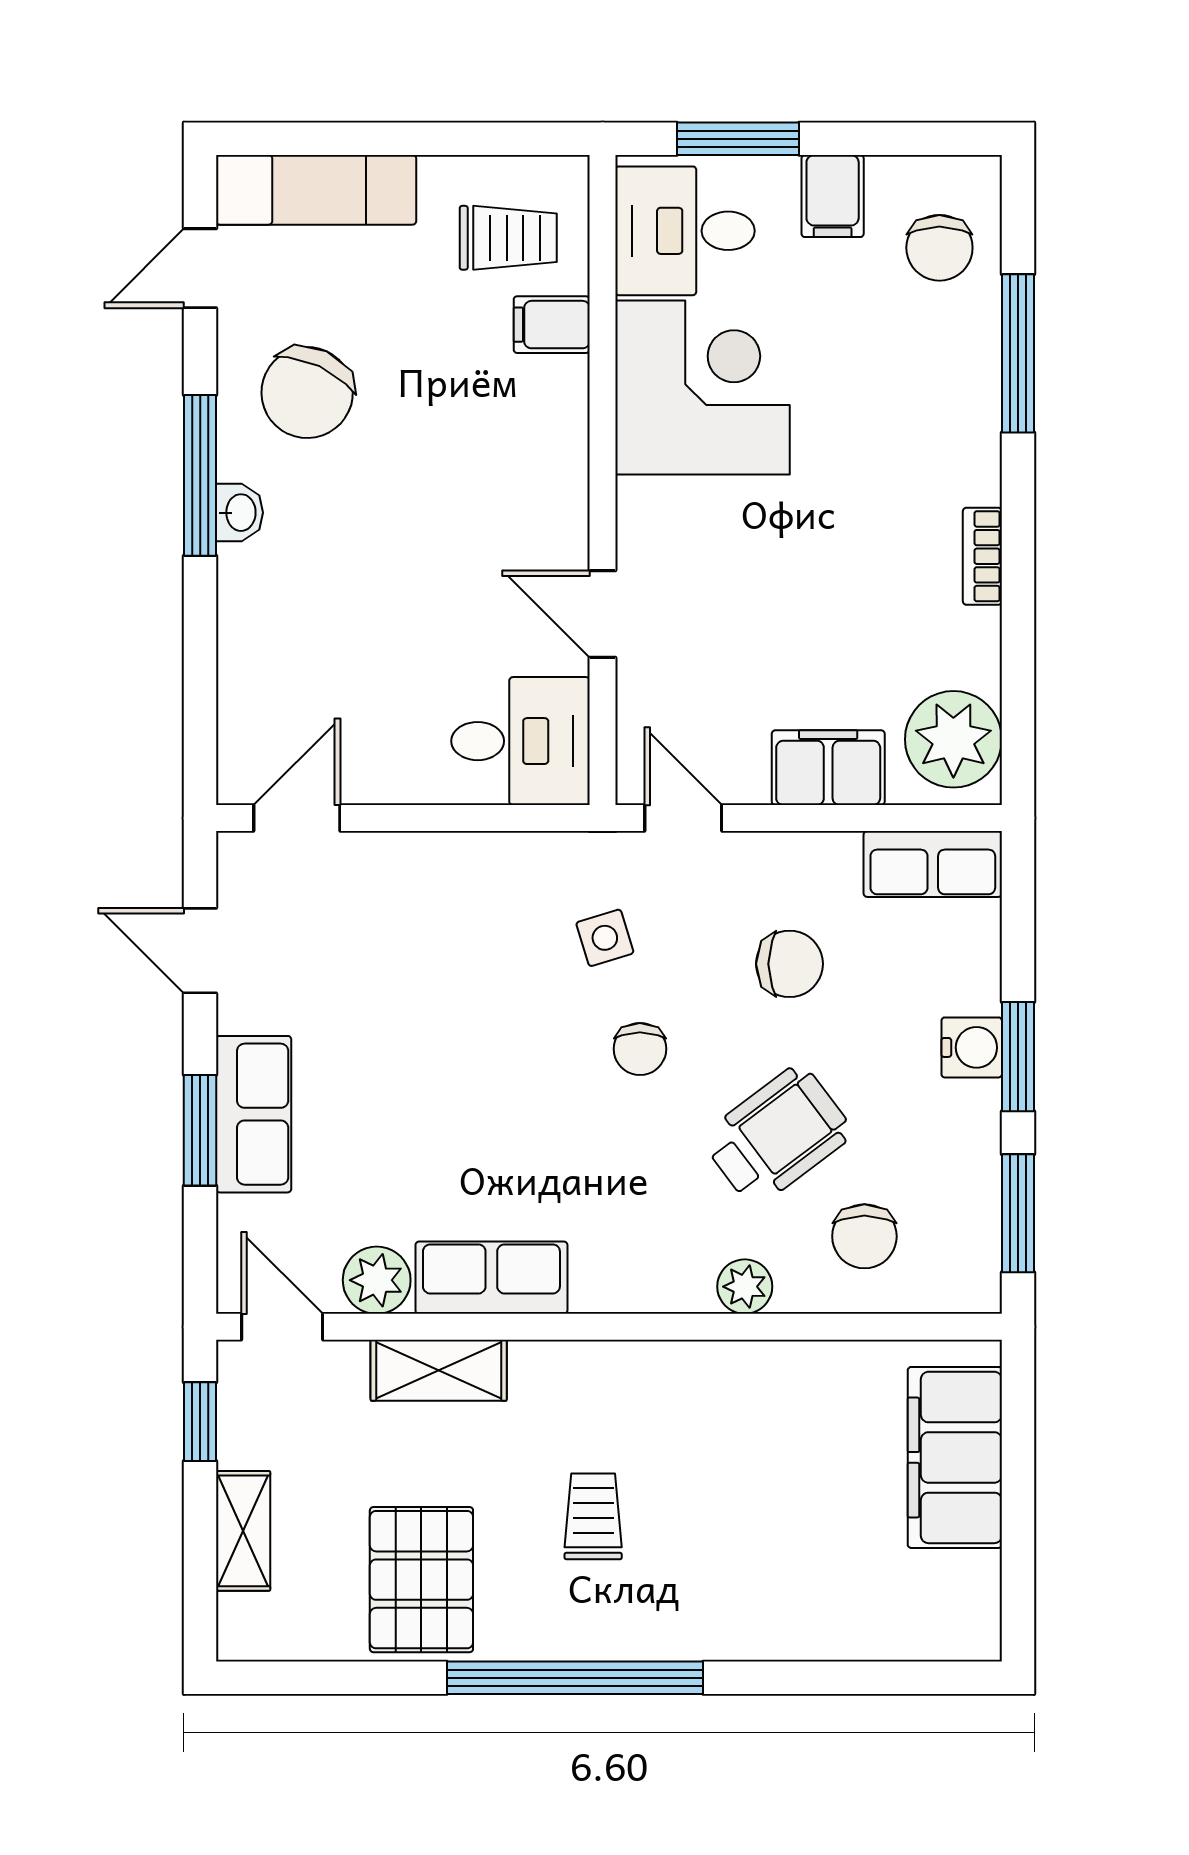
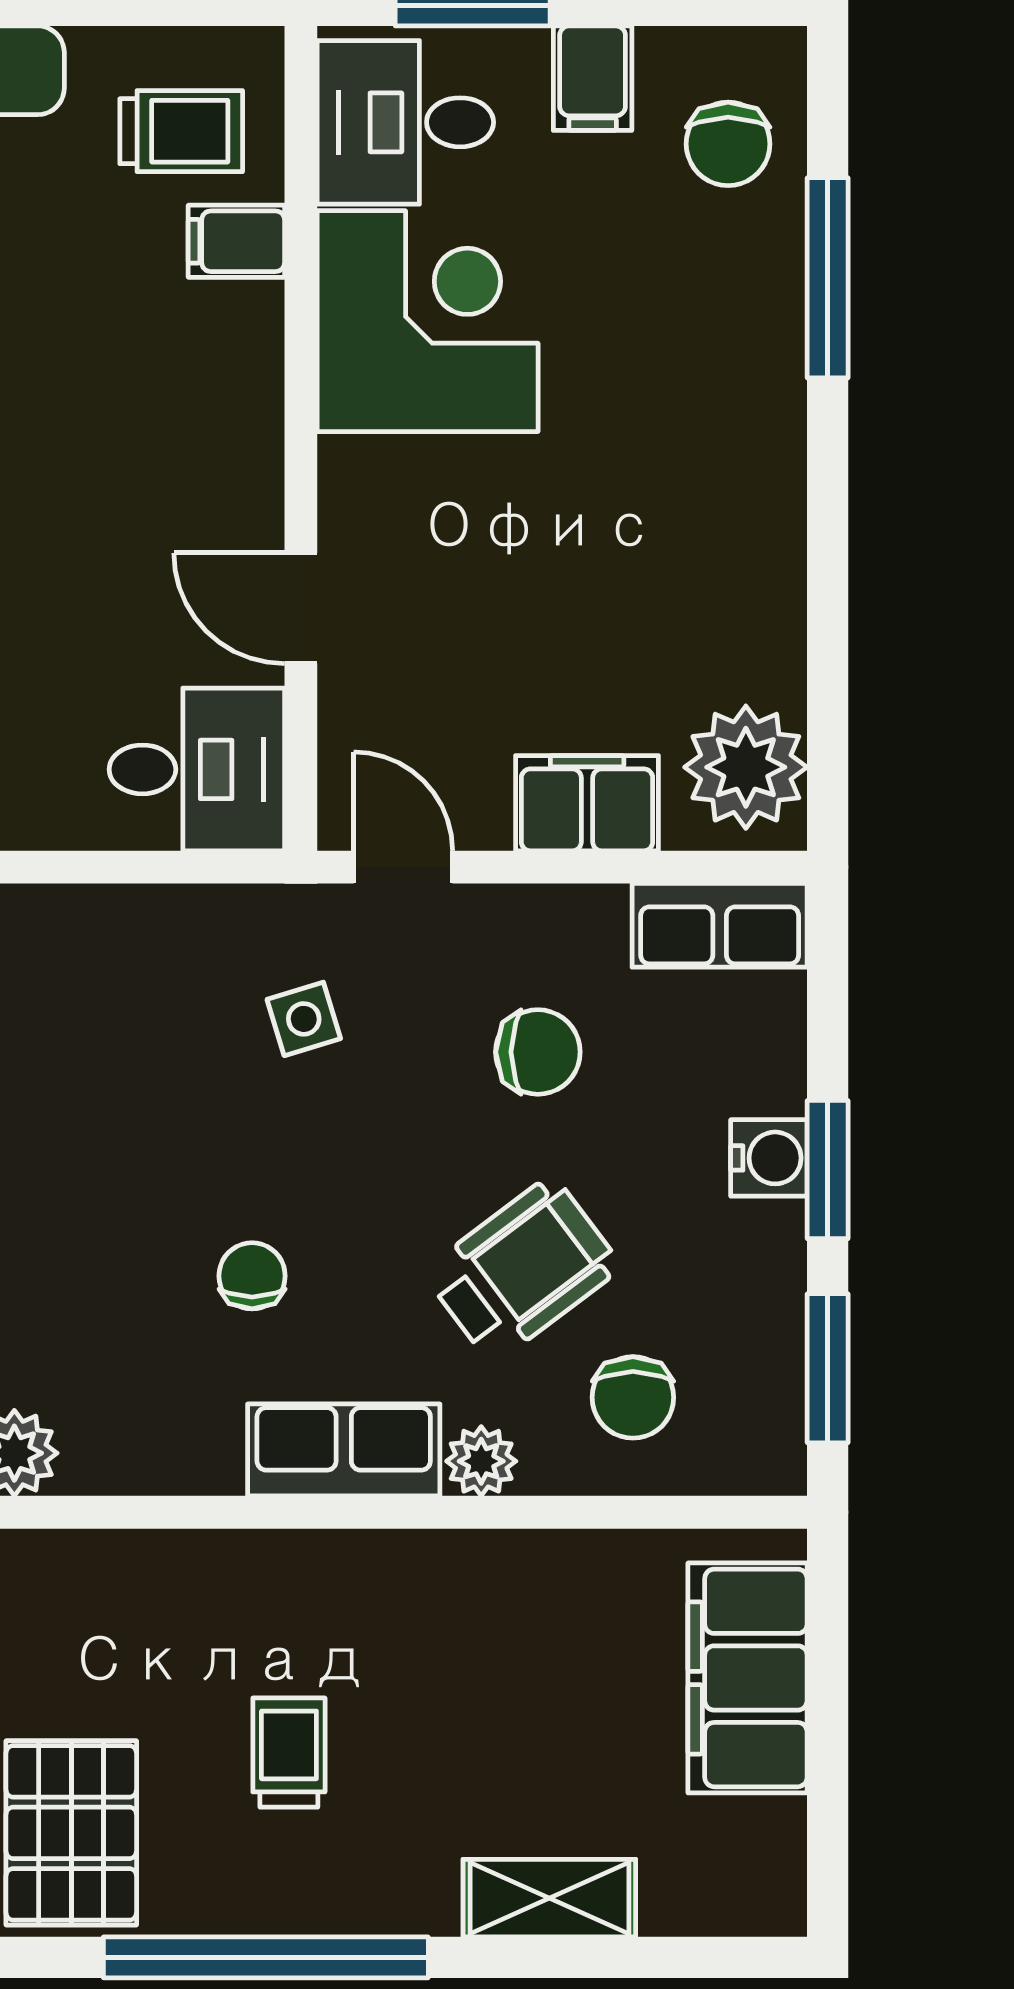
bookcase: (982, 556) -> (783, 535), removed
chair: (640, 1049) -> (252, 1276), moved, turned 180
row of seats: (491, 1278) -> (344, 1450), moved
shelving: (439, 1370) -> (549, 1898), moved

